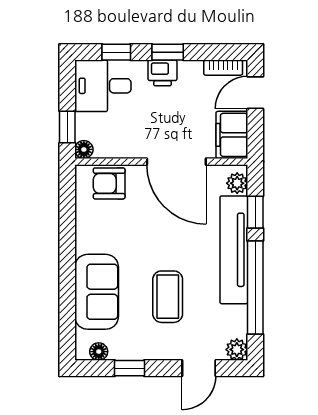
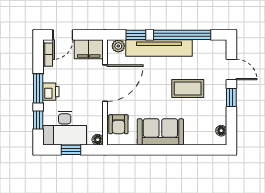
window: (168, 52) -> (38, 88), width x1.50
desk: (103, 86) -> (65, 128), width x1.37
door: (255, 93) -> (63, 35), hinge flipped
window: (67, 127) -> (71, 150), moved
sofa: (97, 292) -> (160, 132), moved
plant: (237, 350) -> (220, 46), removed
window: (129, 368) -> (231, 98), moved

